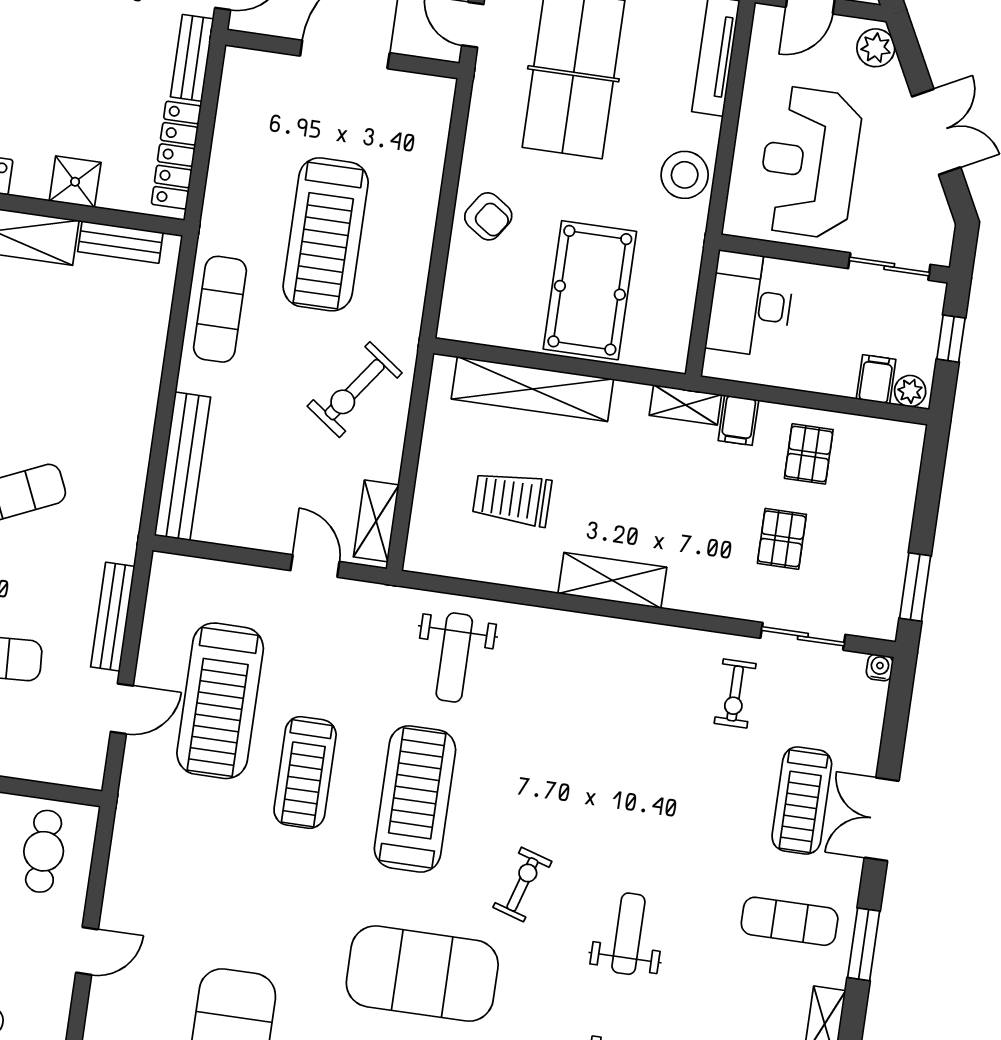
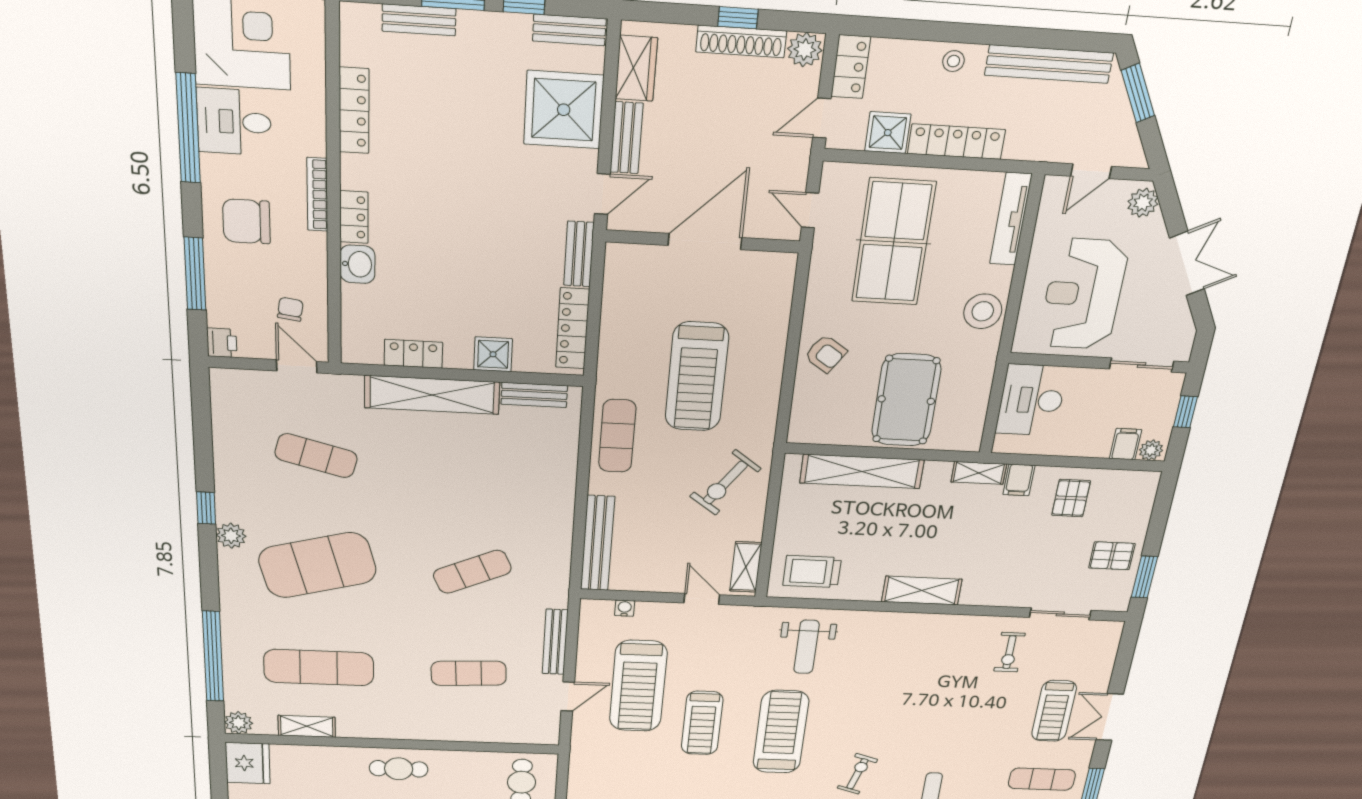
trolley: (512, 499) -> (812, 572), moved
pallet: (782, 539) -> (1112, 556), moved, turned 90
water cooler: (880, 668) -> (625, 608), moved

